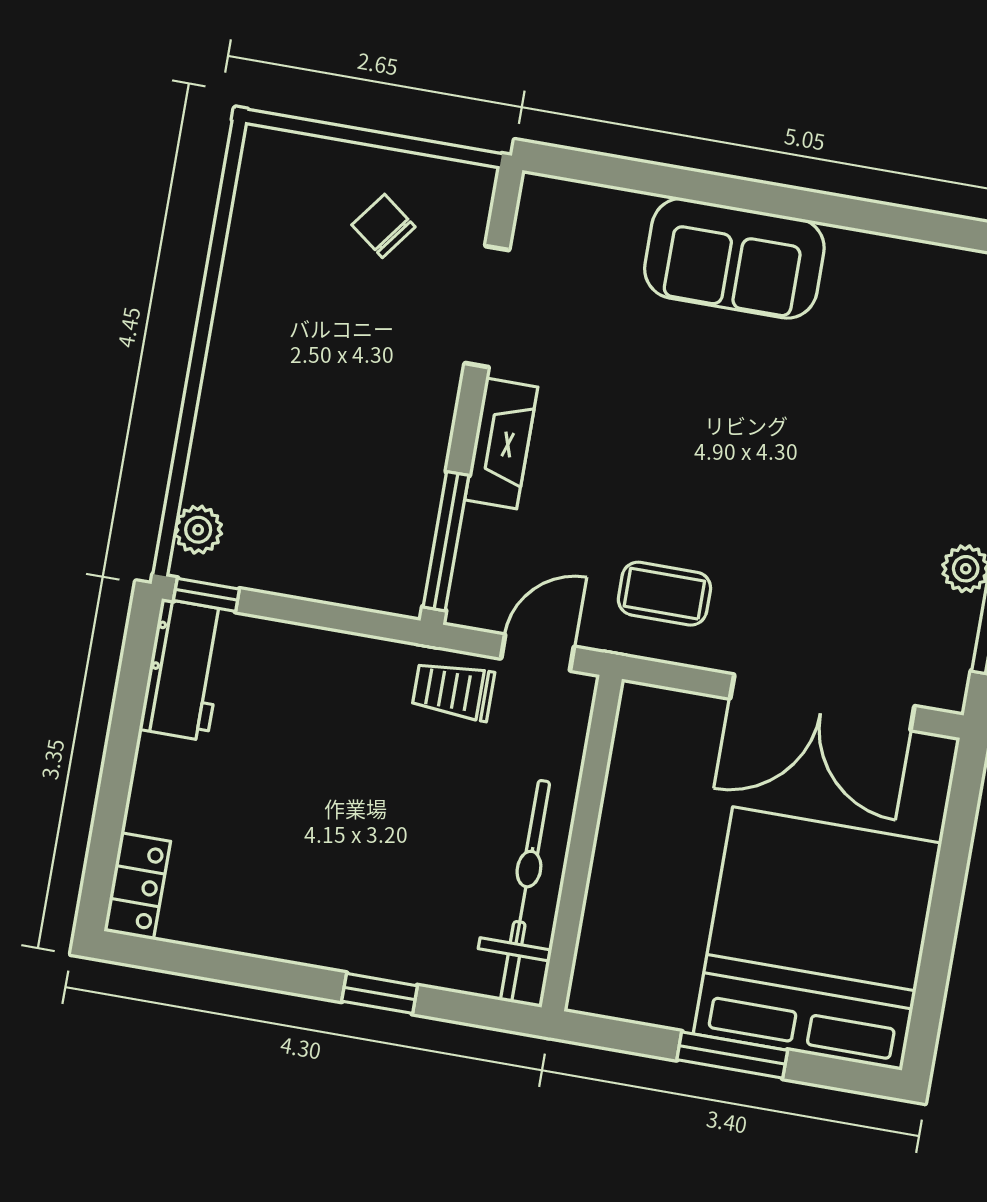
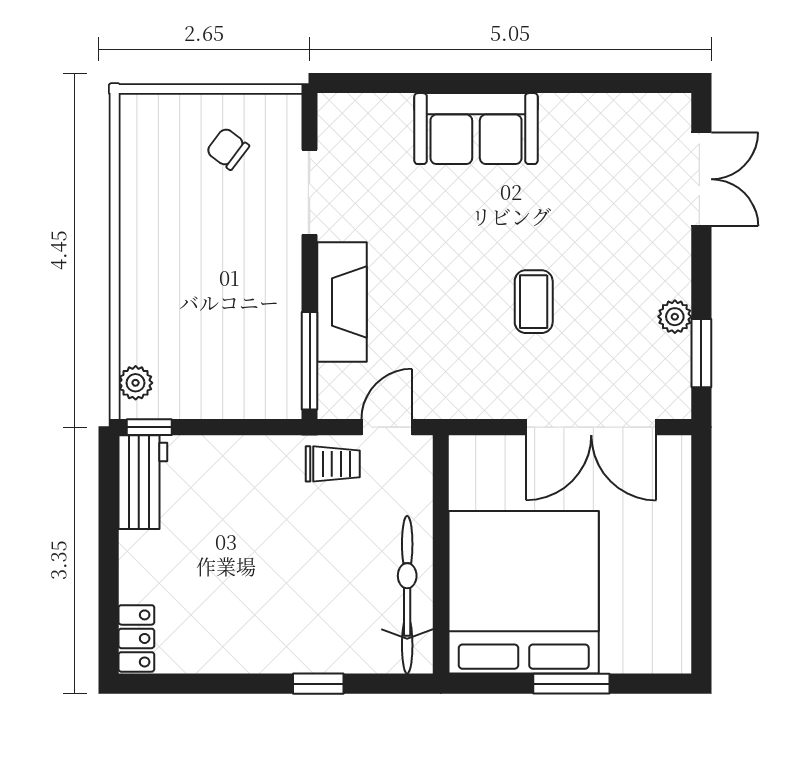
fireplace: (501, 443) -> (342, 302), width x1.37, depth x1.32
coffee table: (664, 594) -> (534, 302), moved, turned 90
trolley: (453, 691) -> (333, 464), turned 180
bed: (817, 939) -> (524, 592), moved

